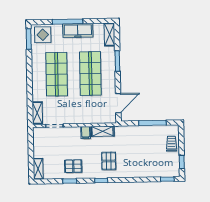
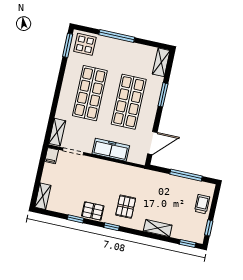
freezer: (78, 30) -> (111, 150), moved, turned 180
shelving: (103, 131) -> (158, 228), moved
filing cabinet: (86, 133) -> (52, 156), moved
pallet: (73, 166) -> (93, 211), moved

